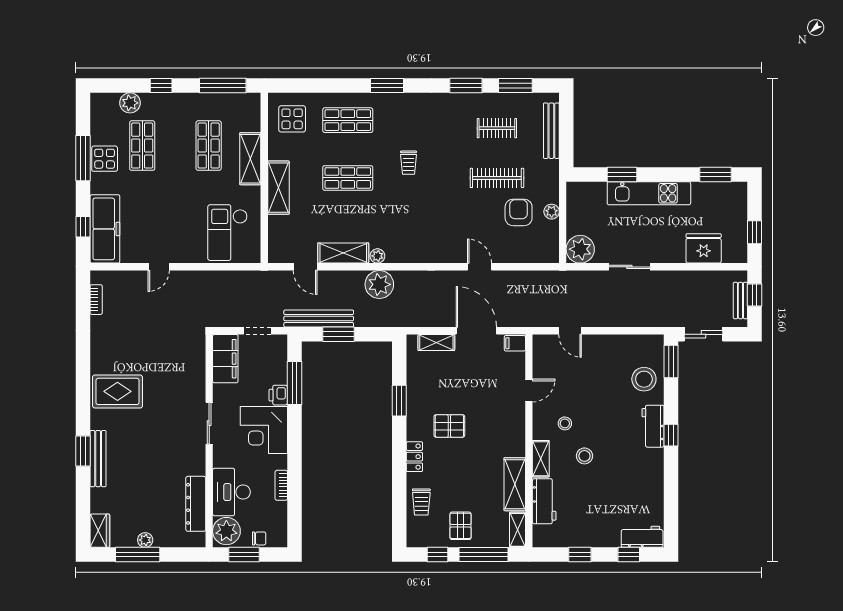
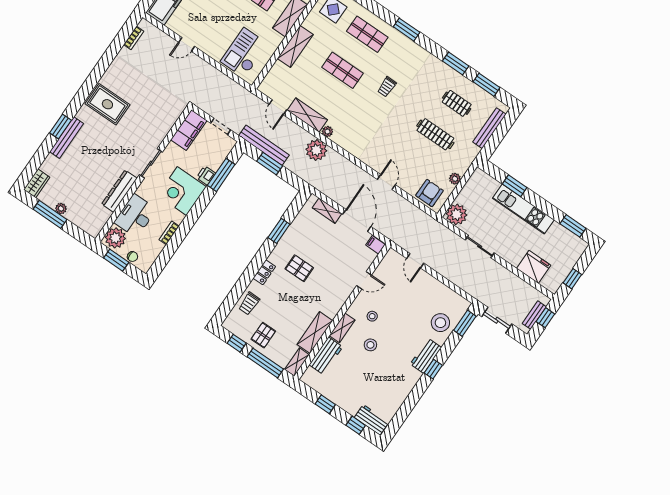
armchair: (519, 212) -> (430, 193), moved
dresser: (196, 504) -> (119, 191), moved

